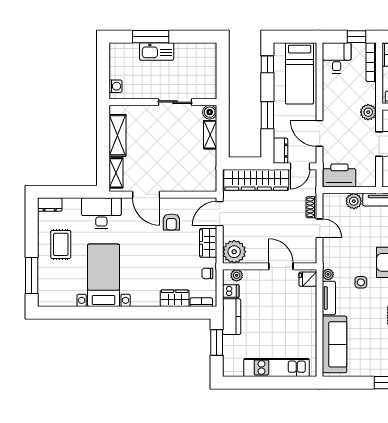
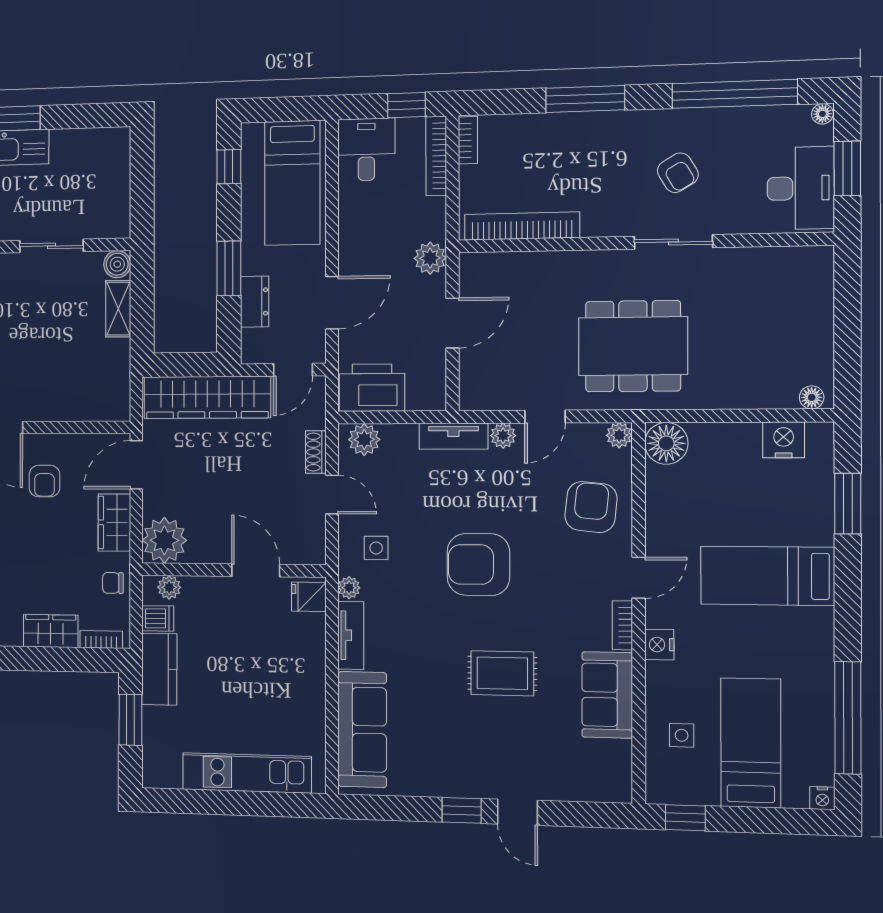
door: (320, 133) -> (332, 303), swing flipped
dresser: (280, 151) -> (255, 302), moved
plant: (354, 201) -> (364, 439), moved
side table: (361, 282) -> (376, 548), moved

